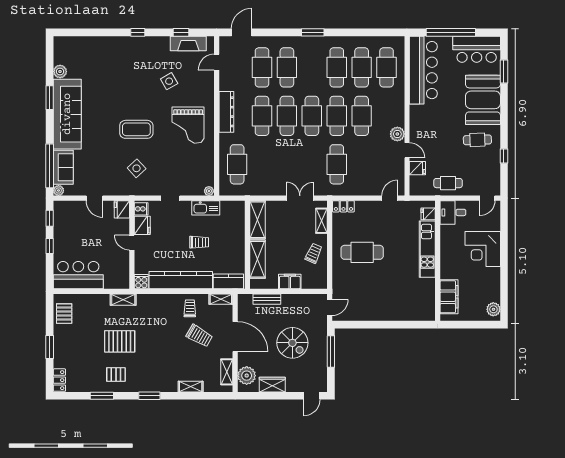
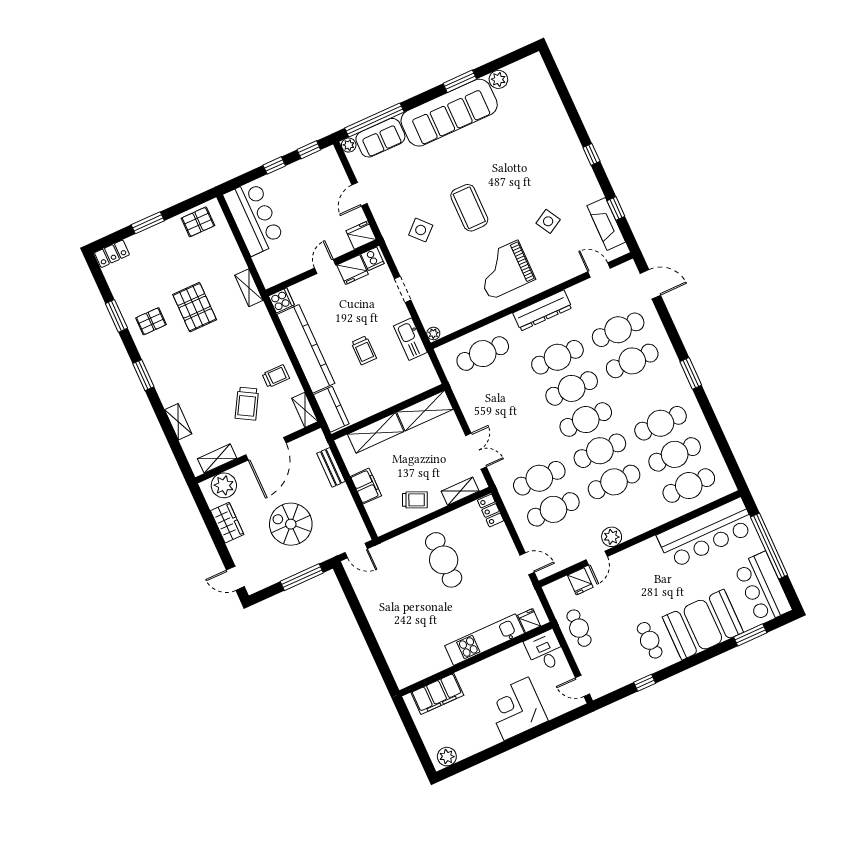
cafe table: (362, 164) -> (553, 509), added
spiral stairs: (292, 343) -> (291, 524), turned 90
pallet: (116, 374) -> (151, 321), turned 90

